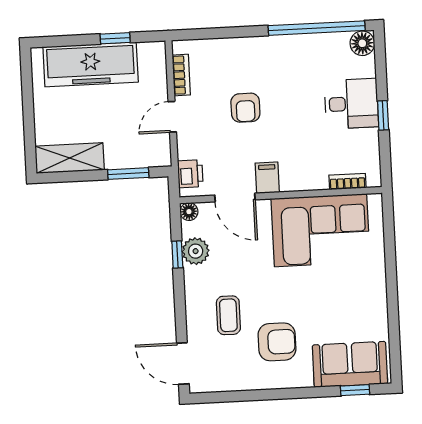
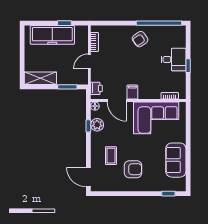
floor lamp: (362, 43) -> (180, 31), removed
armchair: (245, 108) -> (140, 39), moved, turned 55
sofa: (350, 364) -> (176, 160), moved, turned -90

